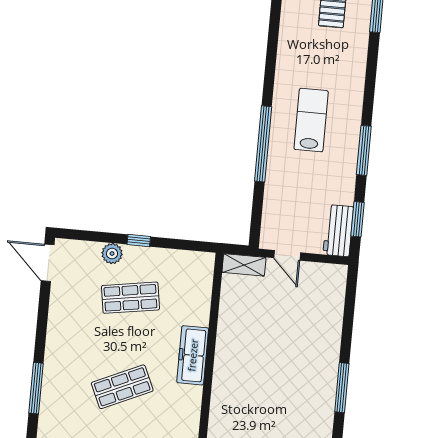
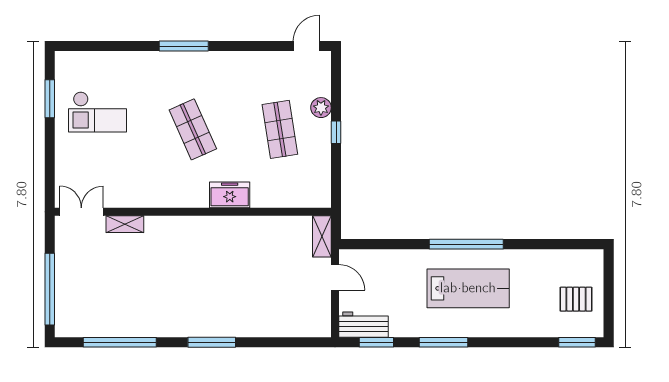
lab bench: (311, 120) -> (468, 288), width x1.36, depth x1.39
window: (263, 144) -> (466, 244), moved
door: (287, 255) -> (335, 277), swing flipped
door: (48, 263) -> (306, 46), width x0.73
freezer: (193, 355) -> (230, 195), width x0.71

